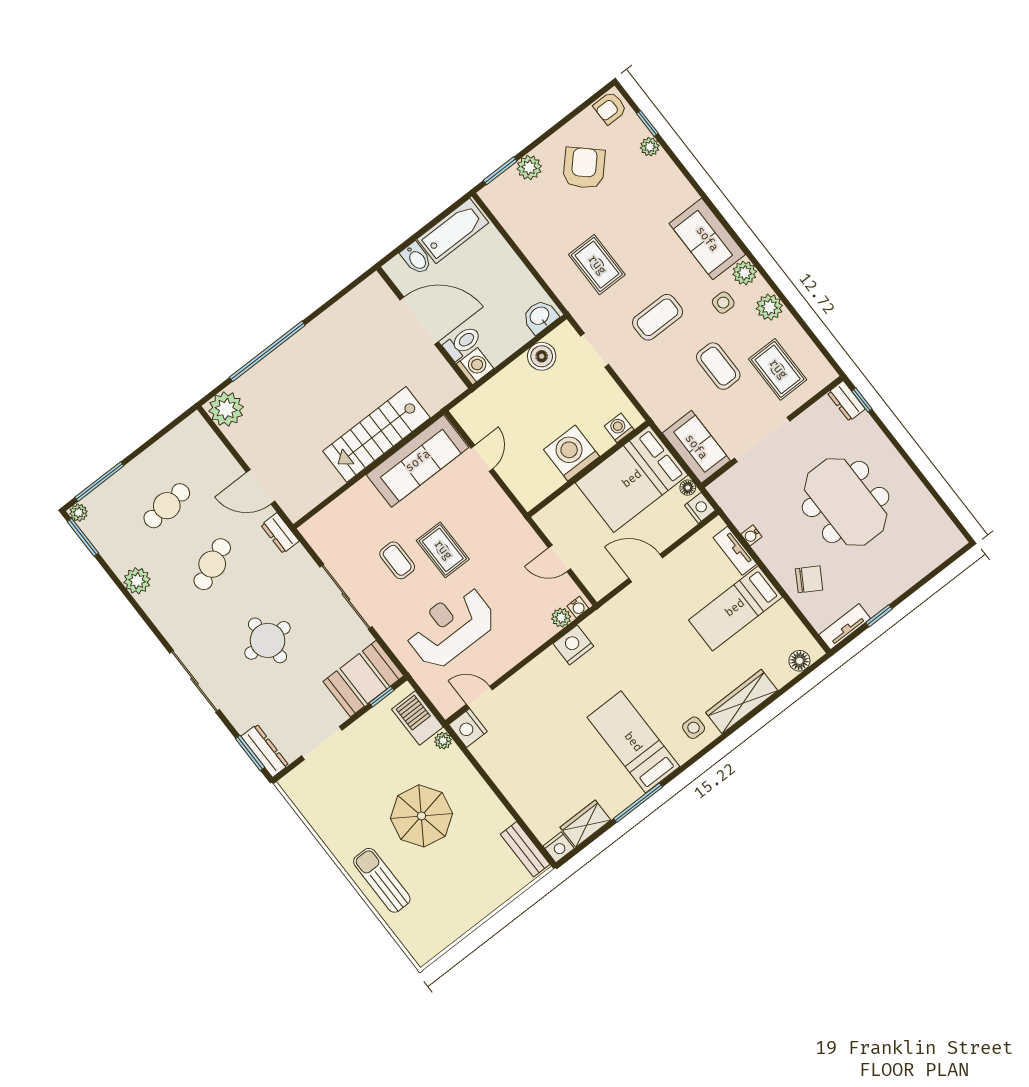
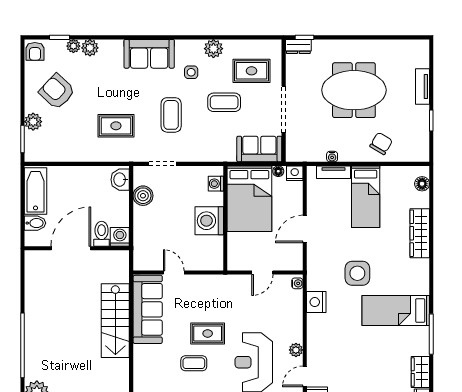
plant: (745, 273) -> (90, 48), moved
plant: (561, 618) -> (296, 350), moved
tv unit: (845, 627) -> (423, 87), moved
side table: (694, 728) -> (357, 273), moved, width x1.87, depth x1.87

